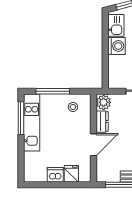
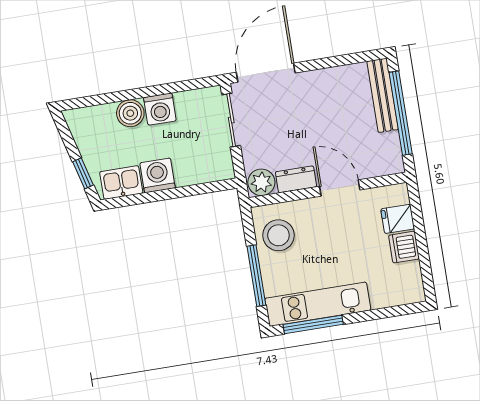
stool: (73, 107) -> (278, 235), width x1.89, depth x1.89

